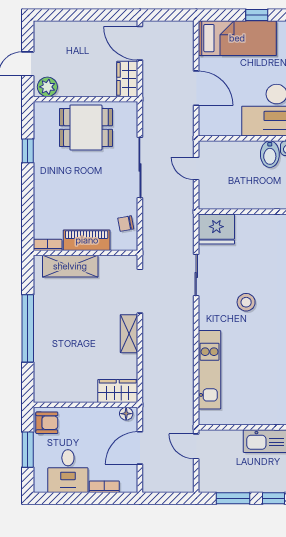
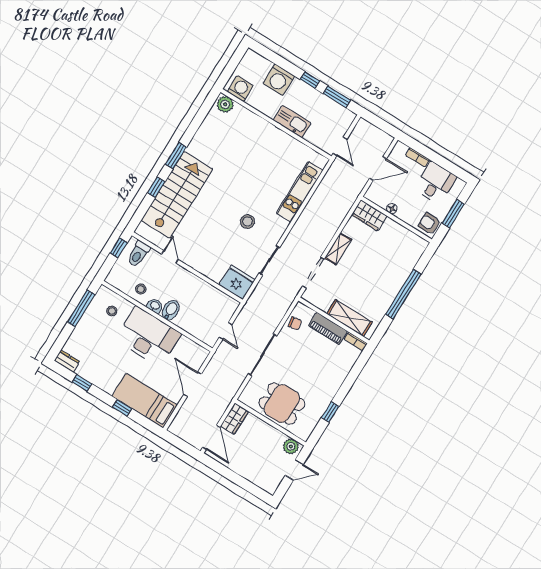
floor lamp: (126, 414) -> (392, 209), moved

